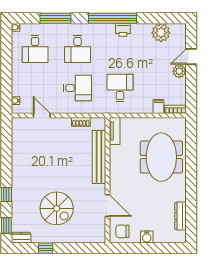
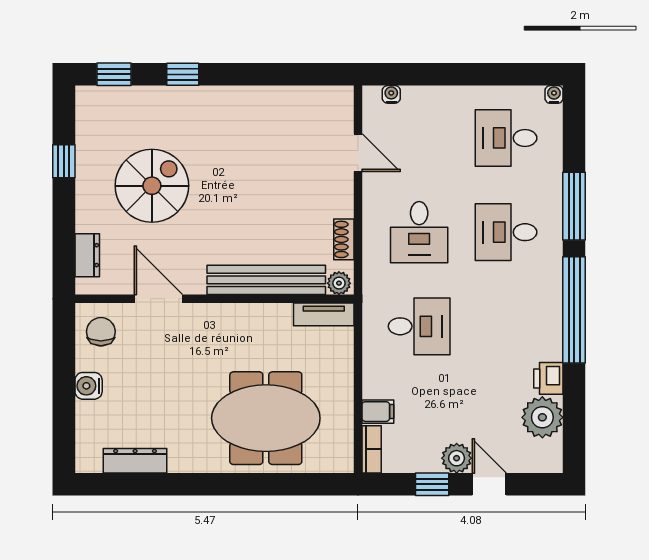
window: (56, 18) -> (574, 206), moved
printer: (123, 30) -> (548, 378), moved
window: (191, 82) -> (432, 484), added
door: (42, 116) -> (358, 153), hinge flipped
plant: (100, 124) -> (339, 283), added
door: (108, 205) -> (158, 299), swing flipped
spiral stairs: (57, 208) -> (152, 186), turned 180
dresser: (21, 238) -> (87, 255), moved

